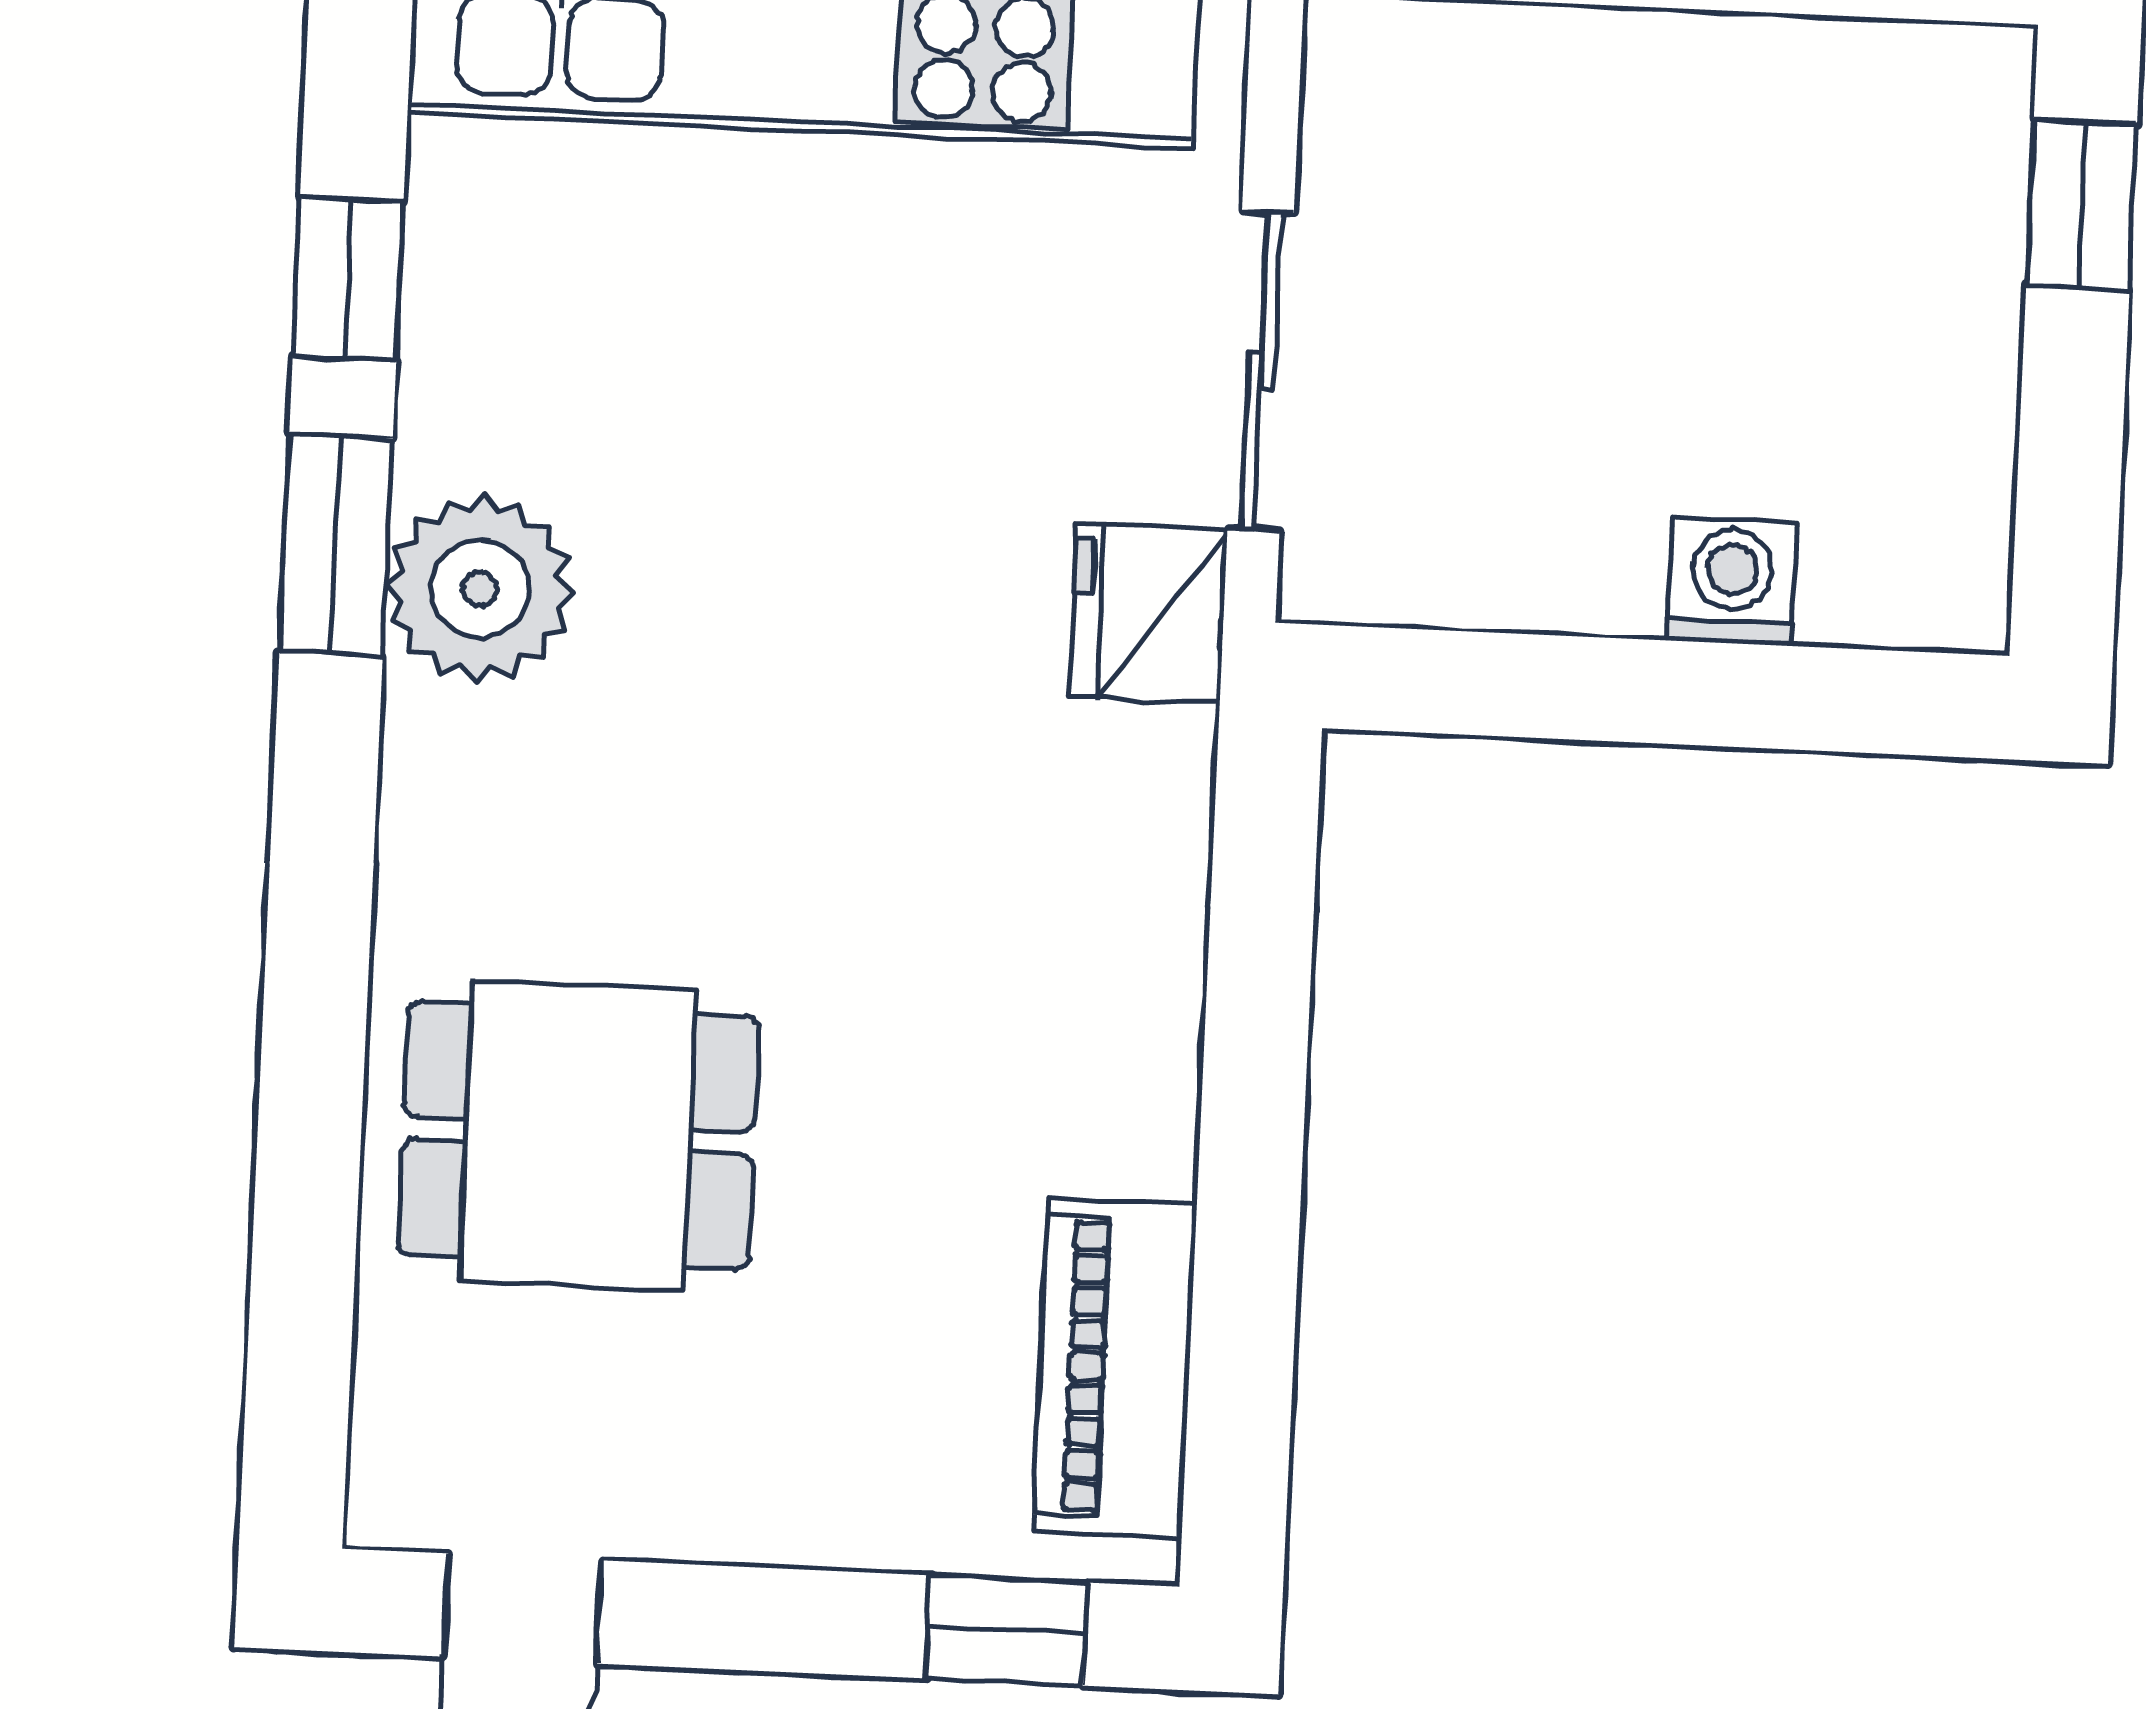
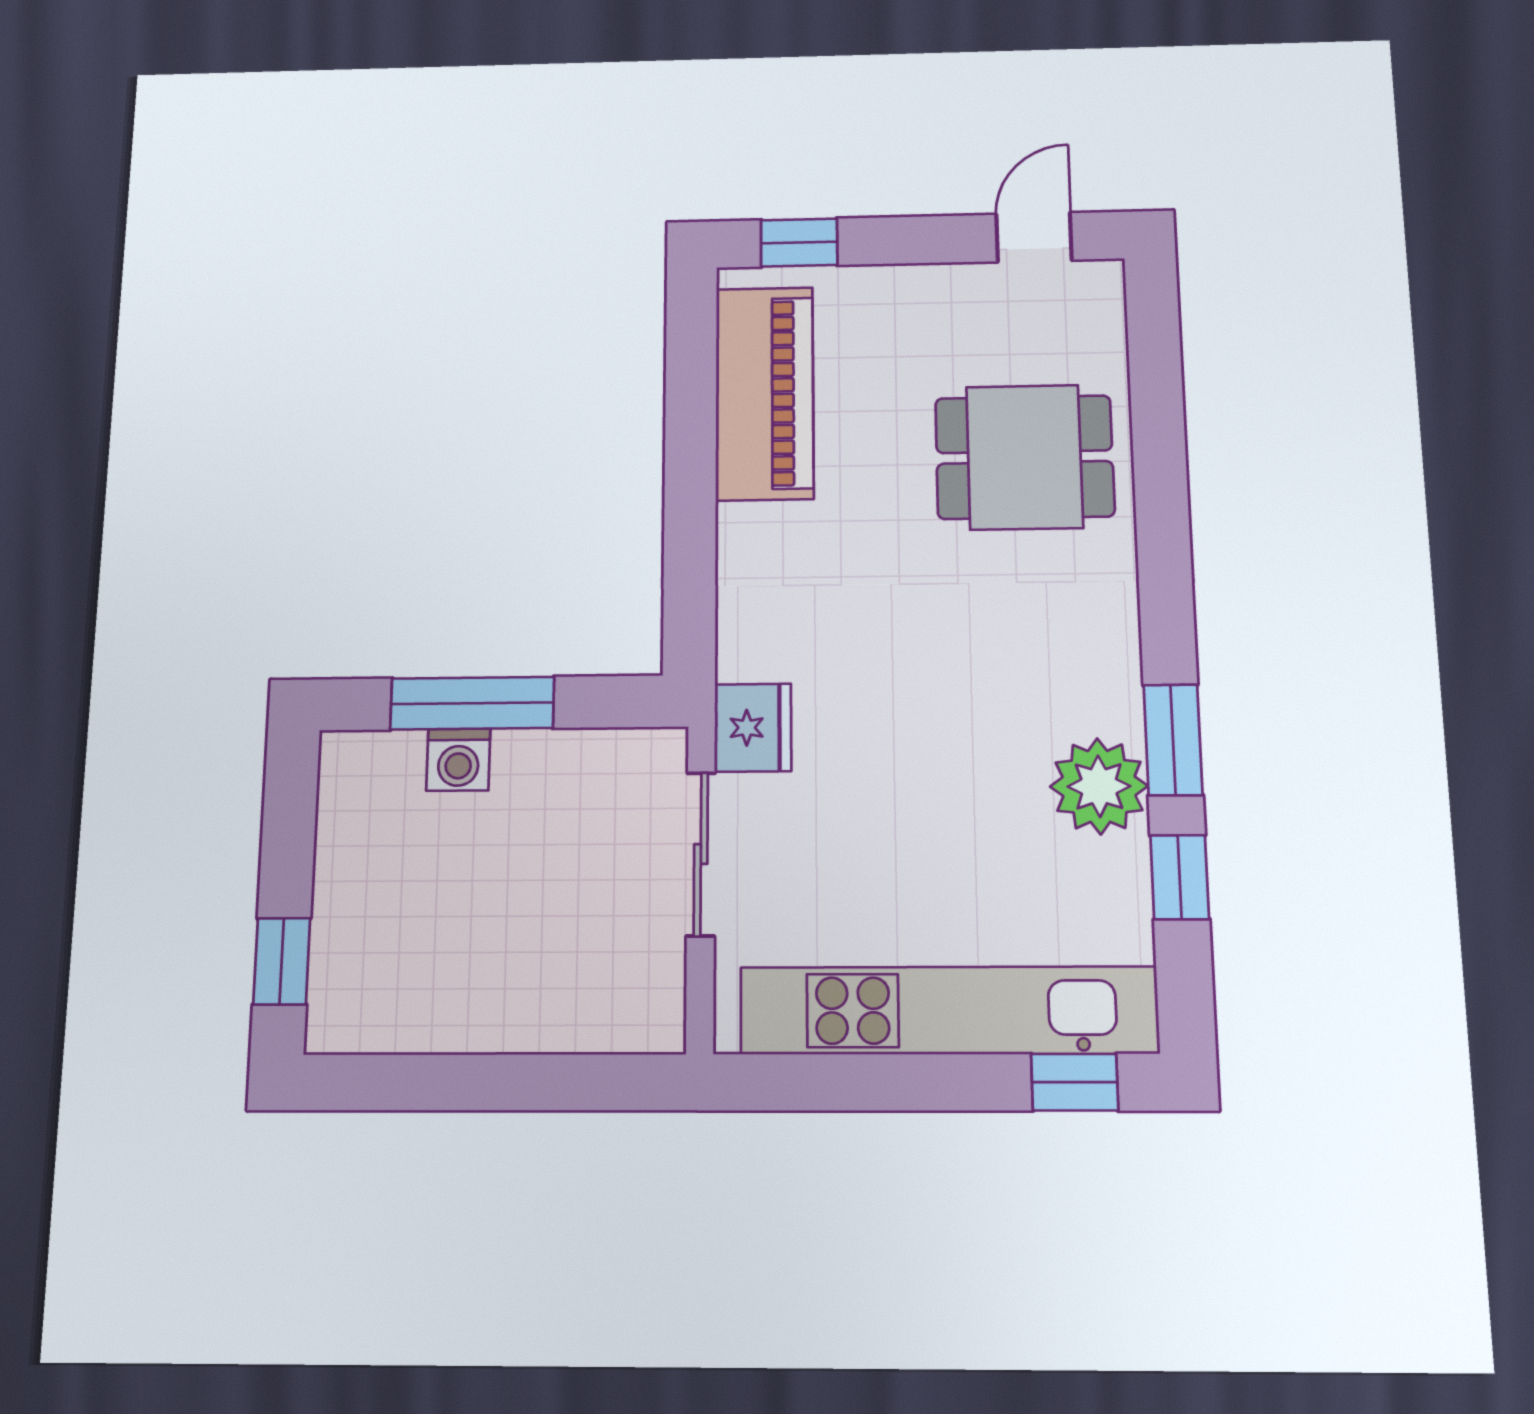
plant: (480, 589) -> (1099, 786), moved
window: (1703, 694) -> (472, 703), added
piano: (1115, 1368) -> (765, 393), width x1.37, depth x1.33

